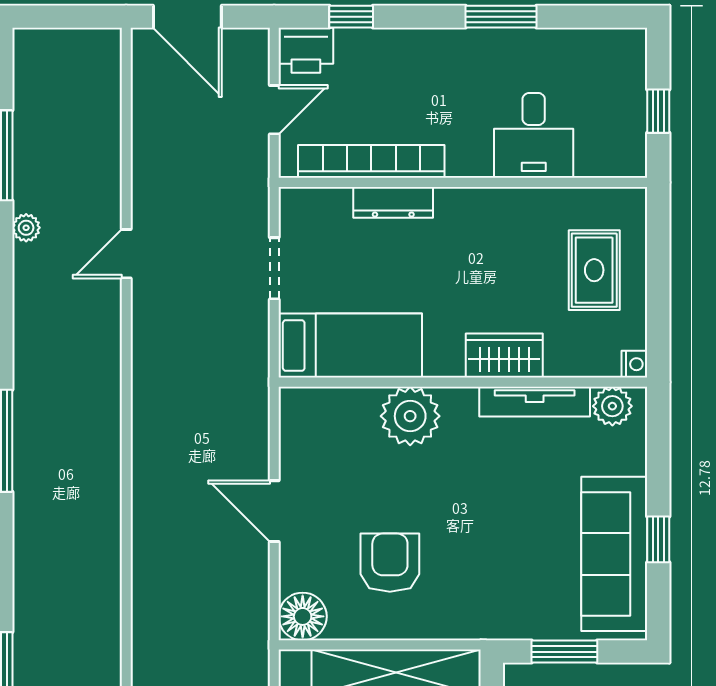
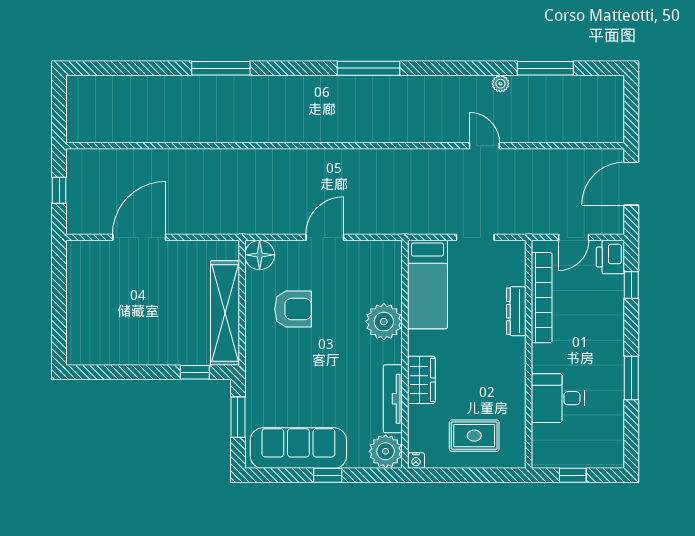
door: (274, 110) -> (574, 237), hinge flipped
plant: (612, 406) -> (386, 451), width x1.36, depth x1.36
window: (658, 539) -> (328, 475), moved

